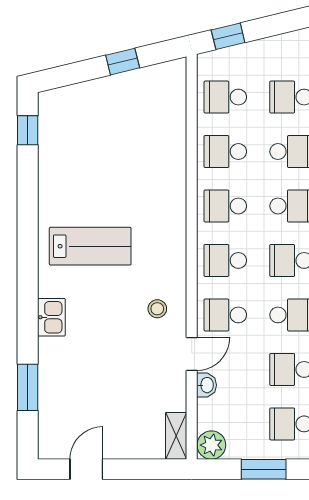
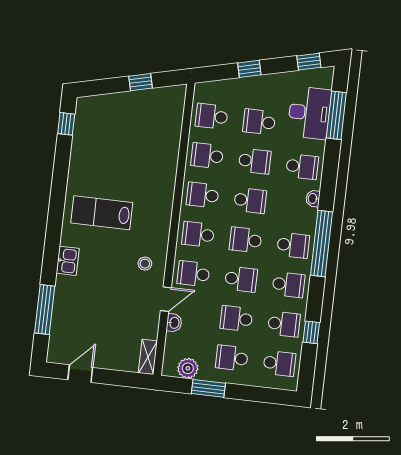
window: (228, 36) -> (249, 69), moved
lab bench: (90, 246) -> (102, 213), turned 180
window: (28, 387) -> (45, 309), width x1.44
plant: (211, 445) -> (188, 368), moved

